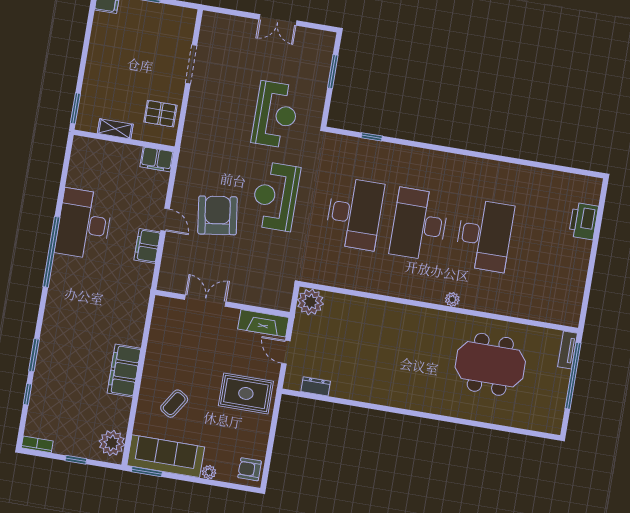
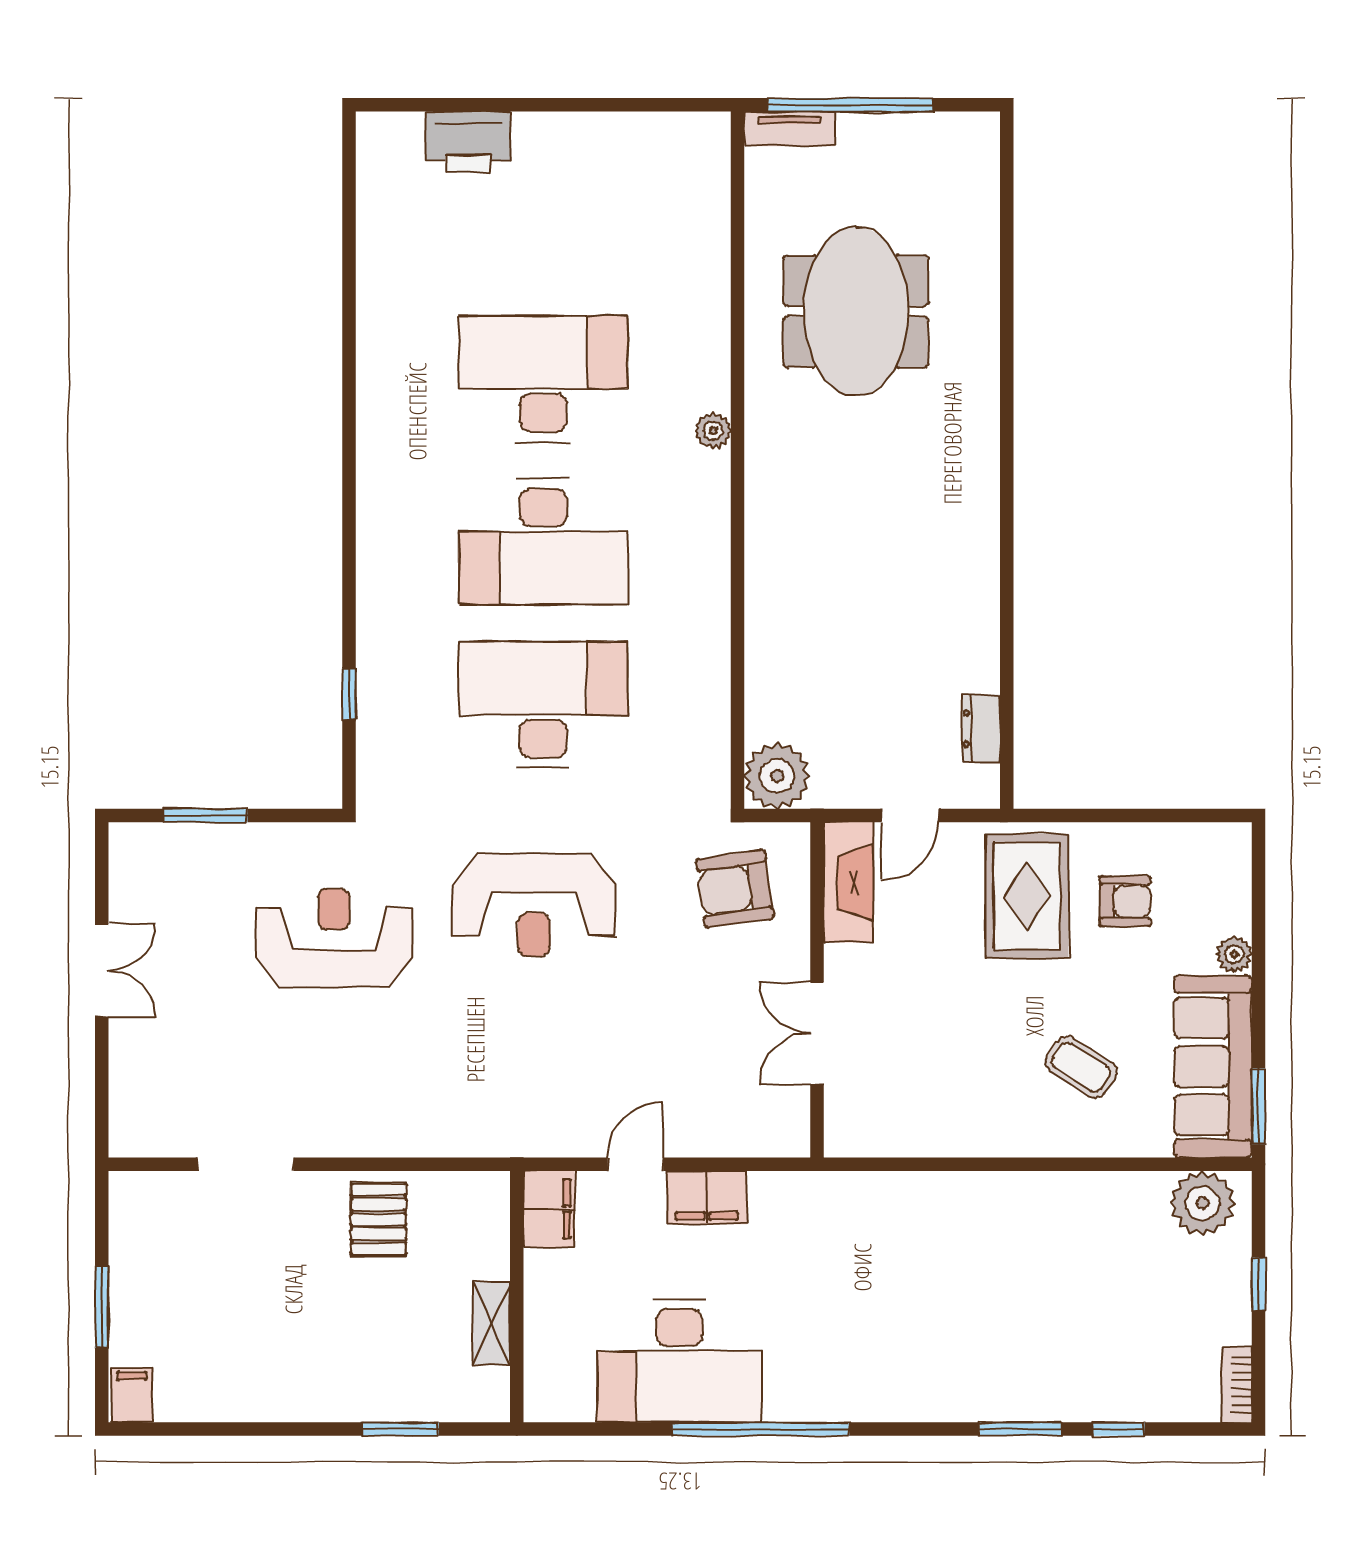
shelving: (115, 129) -> (491, 1323), moved
wall: (124, 141) -> (517, 1297), moved
filing cabinet: (157, 159) -> (549, 1209), moved
armchair: (217, 215) -> (735, 889), moved, width x0.73, depth x0.73
filing cabinet: (124, 371) -> (1021, 1203), removed
armchair: (250, 469) -> (1125, 901), moved, turned -90

